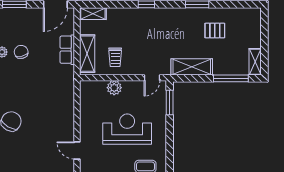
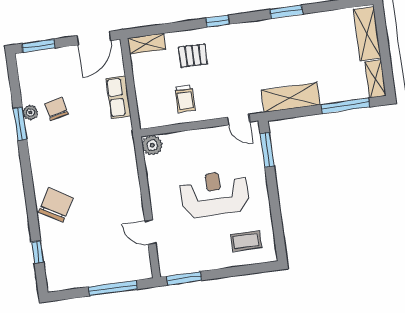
pallet: (215, 31) -> (193, 56), moved
shelving: (87, 54) -> (367, 34), moved
door: (152, 78) -> (239, 120), hinge flipped
plant: (114, 88) -> (152, 145), moved

